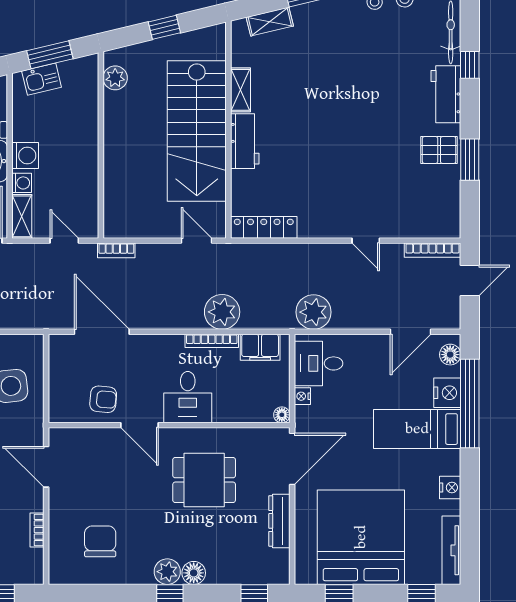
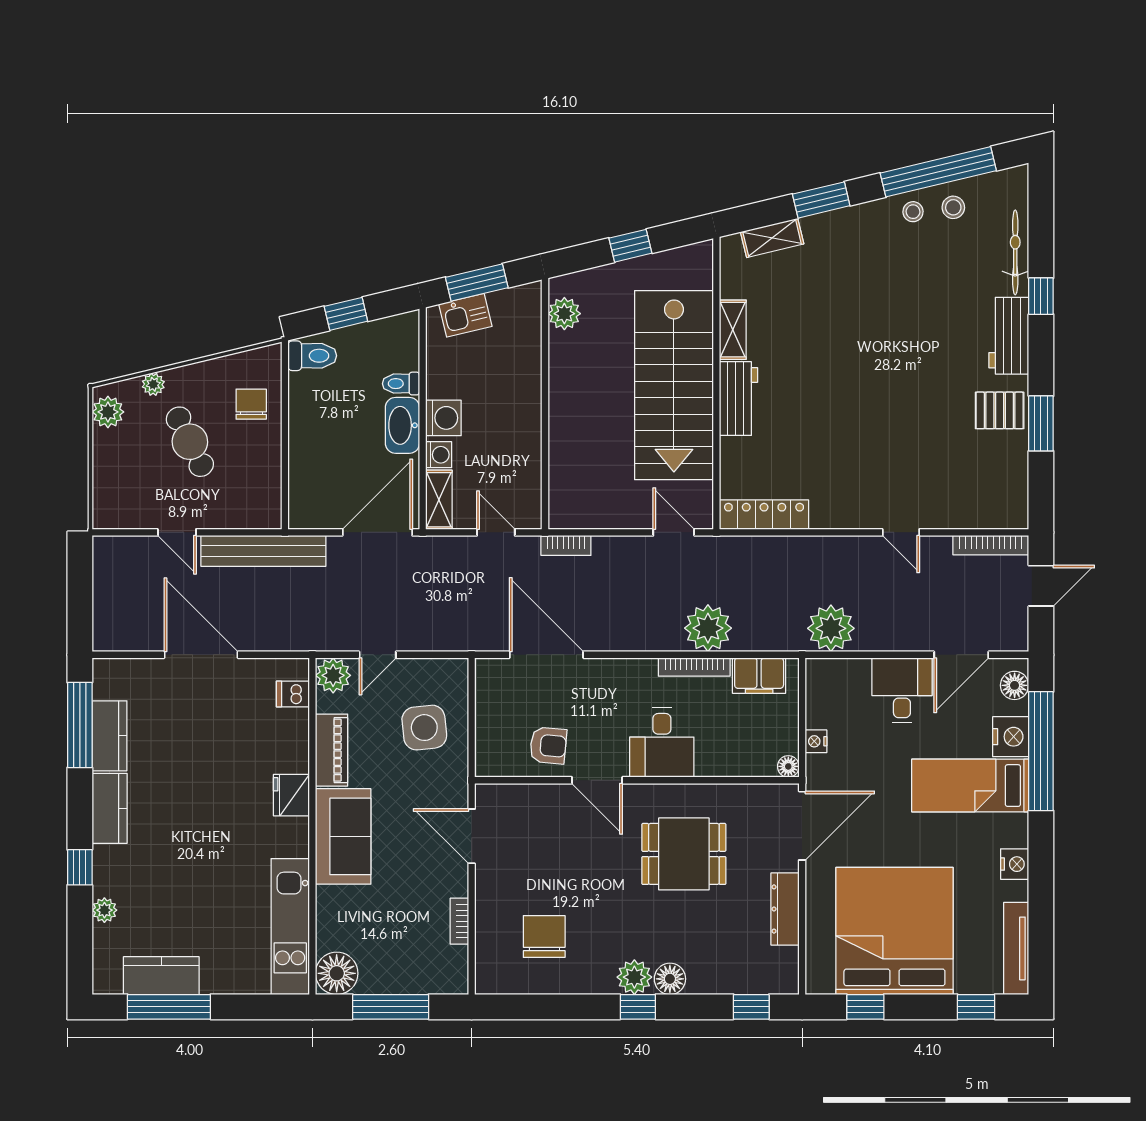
desk: (319, 363) -> (902, 690), moved, turned 90

